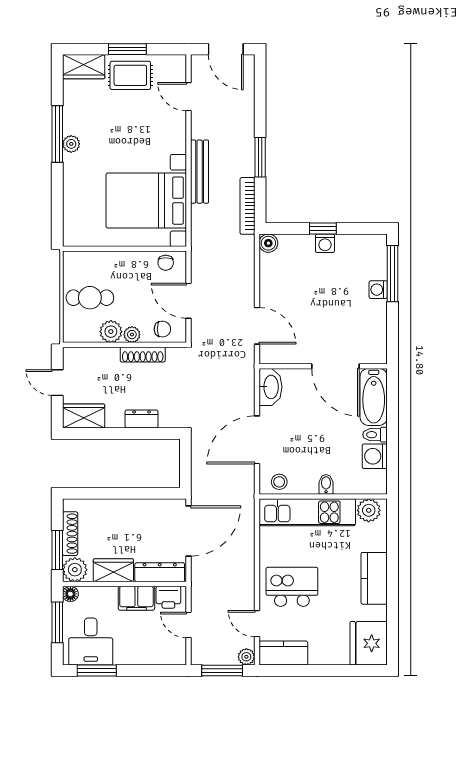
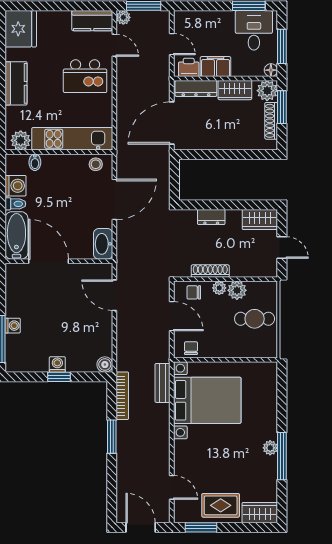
window: (127, 49) -> (201, 527), moved
bench: (200, 172) -> (163, 383), moved, width x0.73
bidet: (326, 484) -> (35, 162), moved

